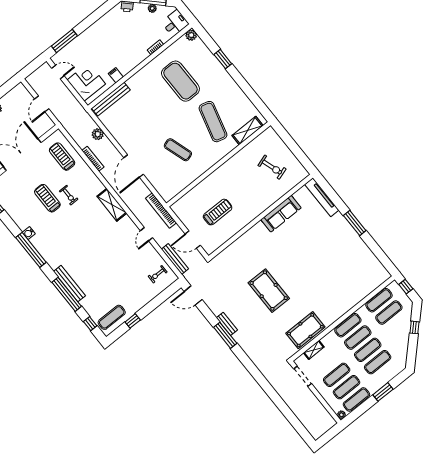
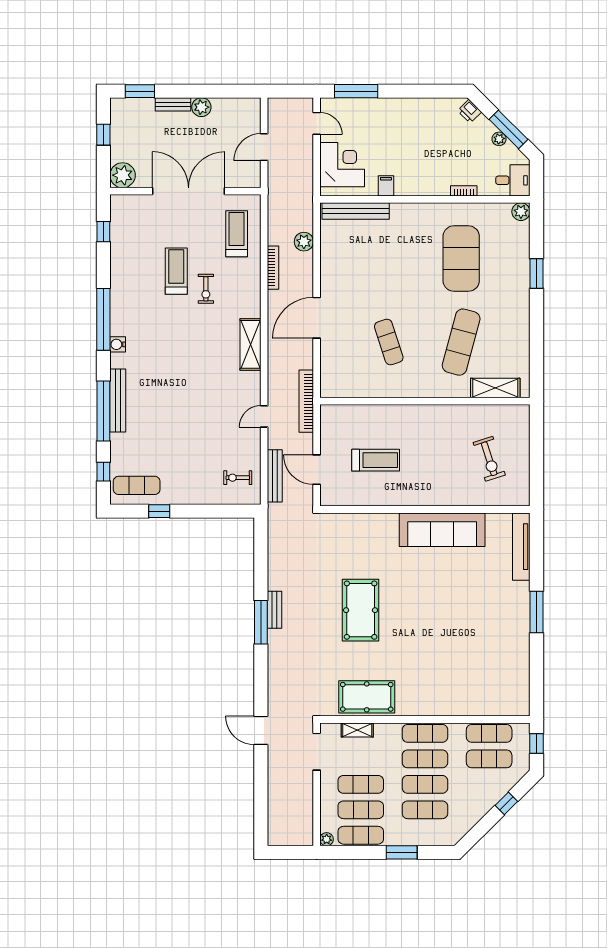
sofa: (281, 214) -> (442, 530), width x1.36, depth x1.27
water cooler: (29, 233) -> (118, 344), moved
door: (193, 295) -> (261, 730), moved

